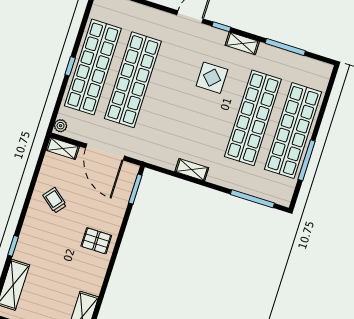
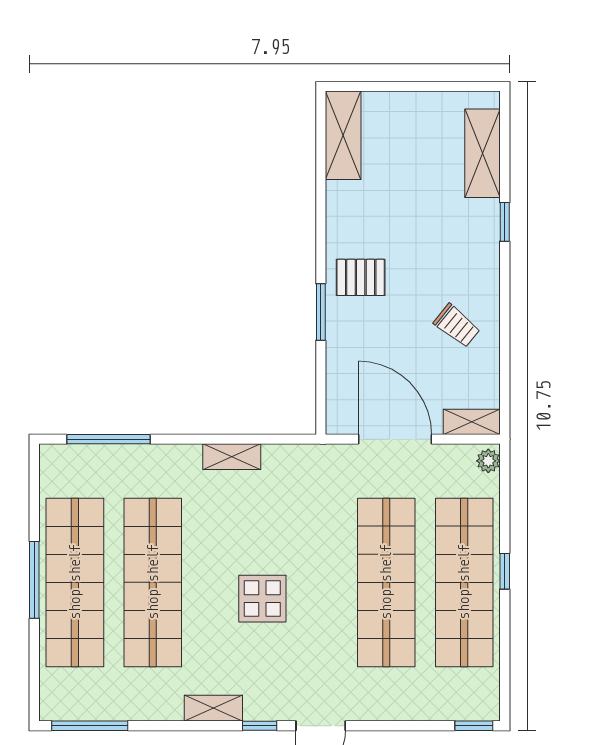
window: (285, 47) -> (90, 726), moved
display table: (212, 78) -> (262, 599), moved
window: (307, 160) -> (34, 580), moved
window: (135, 189) -> (321, 312), moved

